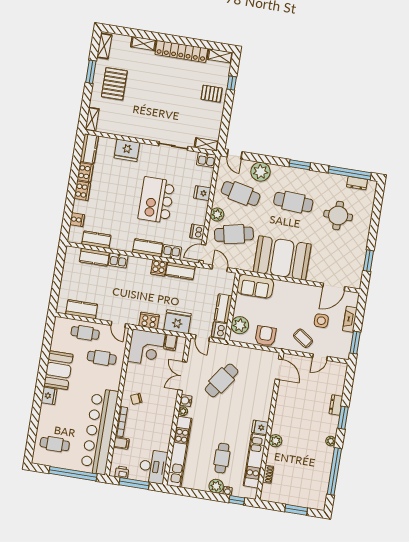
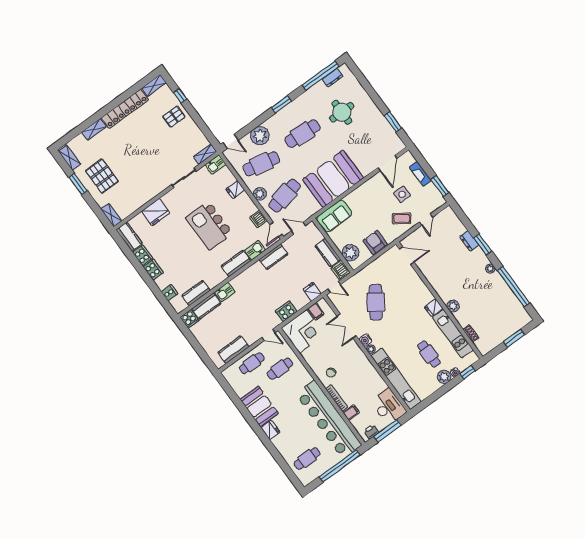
cooker: (159, 268) -> (190, 319), moved
fridge: (177, 322) -> (312, 292), width x0.53, depth x0.75

